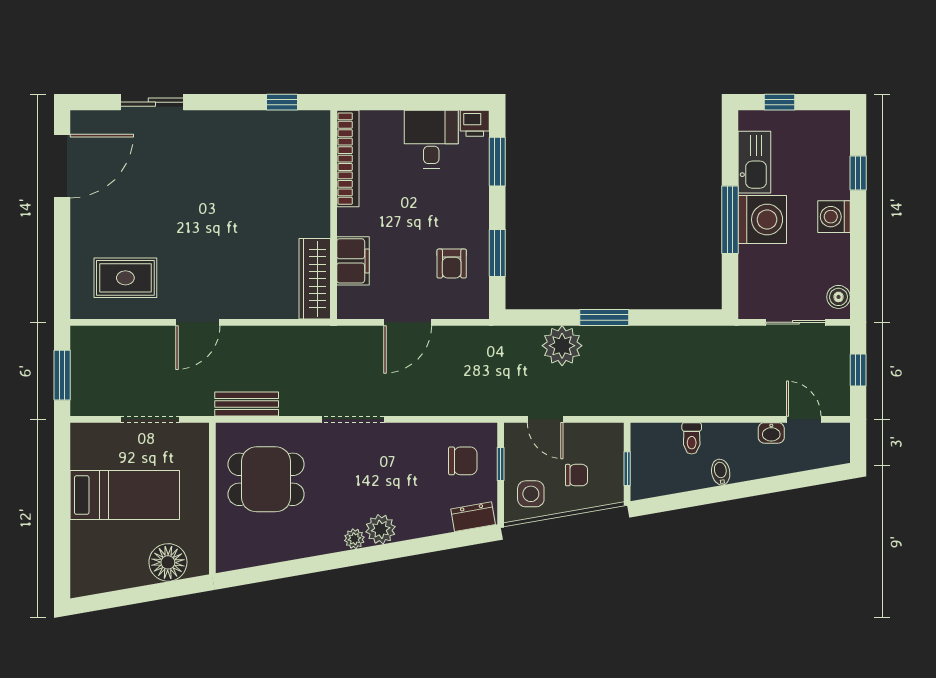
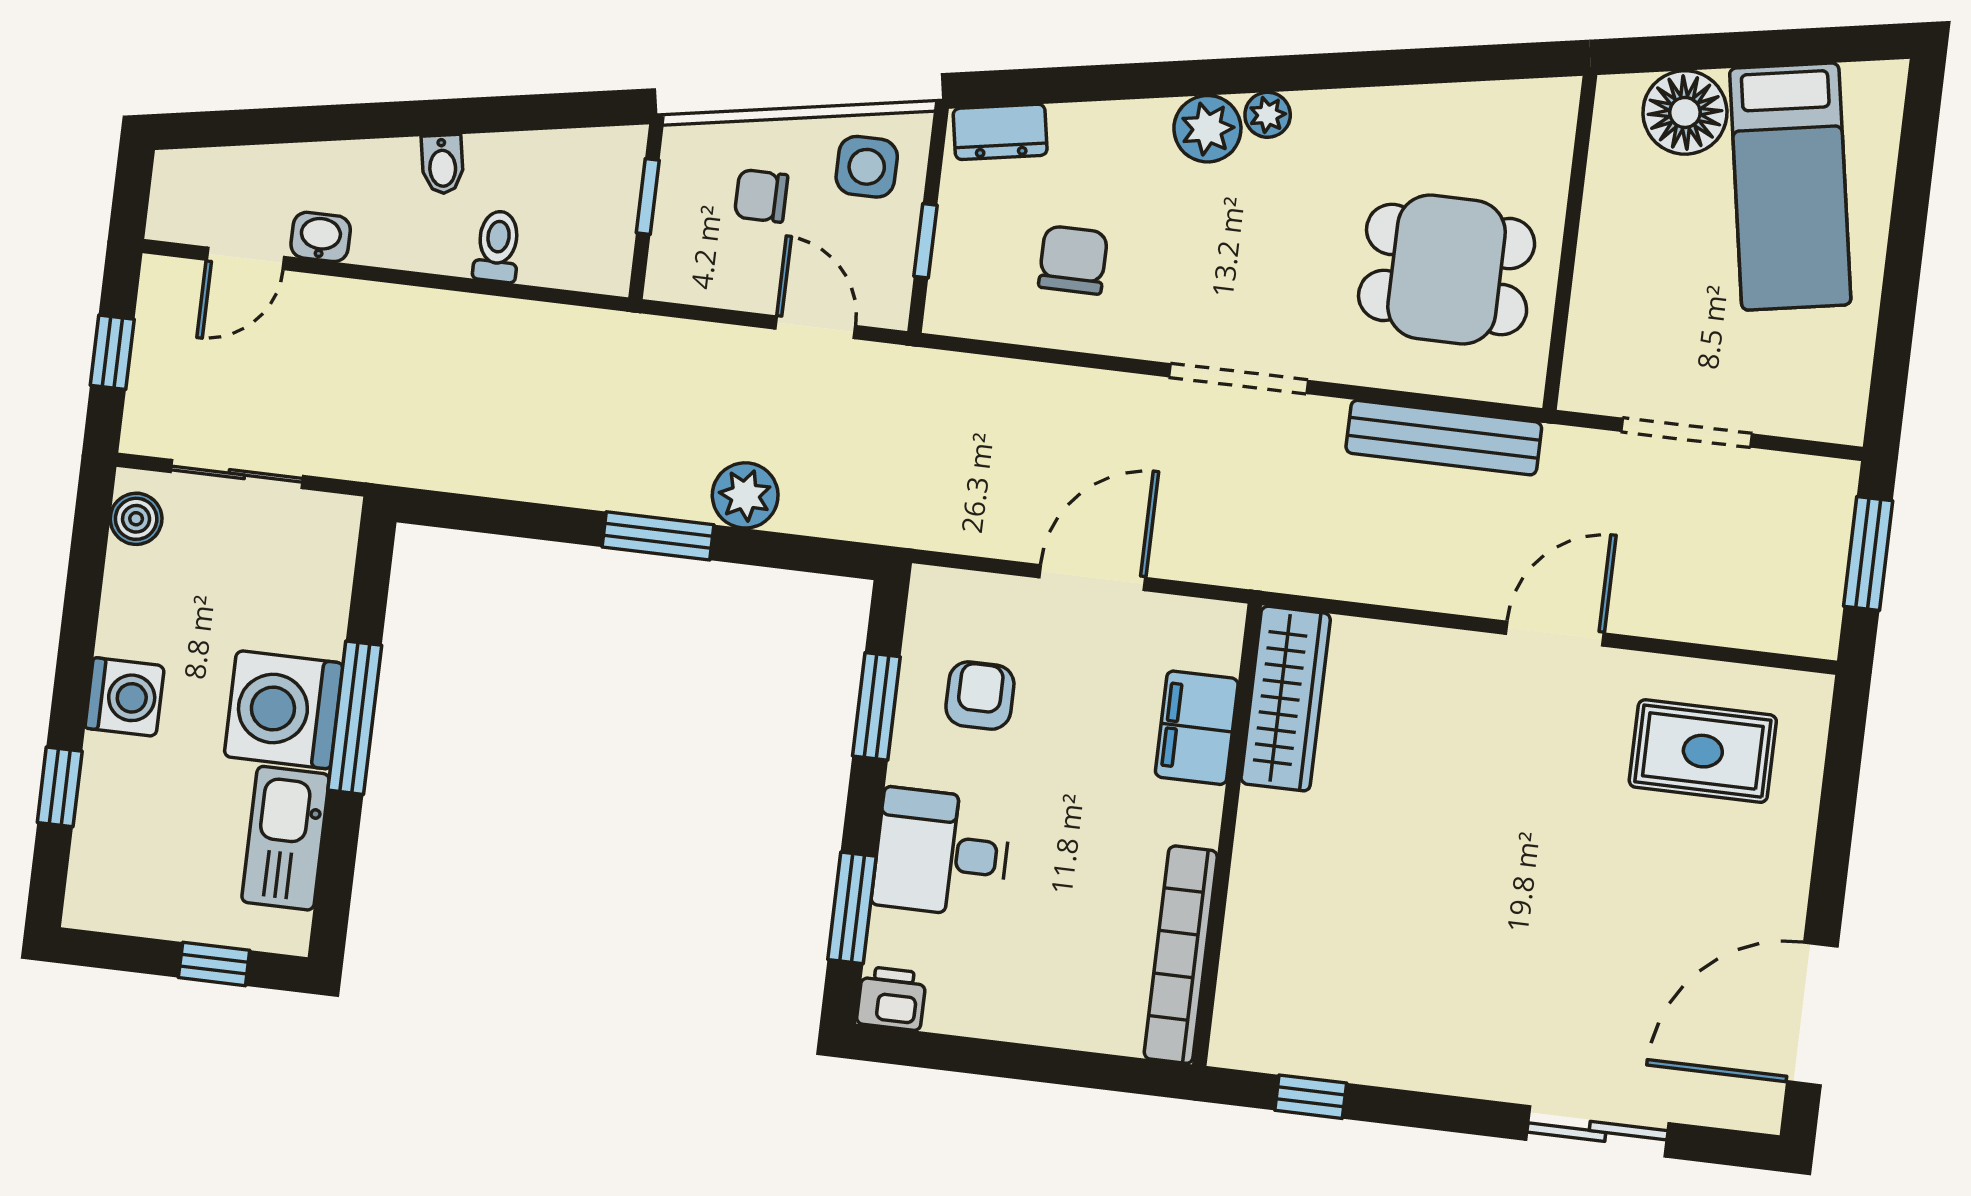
desk: (431, 139) -> (942, 853), moved, turned 90
plant: (562, 346) -> (745, 495), width x0.73, depth x0.73
bench: (247, 404) -> (1444, 438), width x1.36
door: (804, 419) -> (245, 258), hinge flipped
chair: (463, 461) -> (1073, 260), moved, turned 90
bed: (125, 495) -> (1790, 186), moved, turned -100

